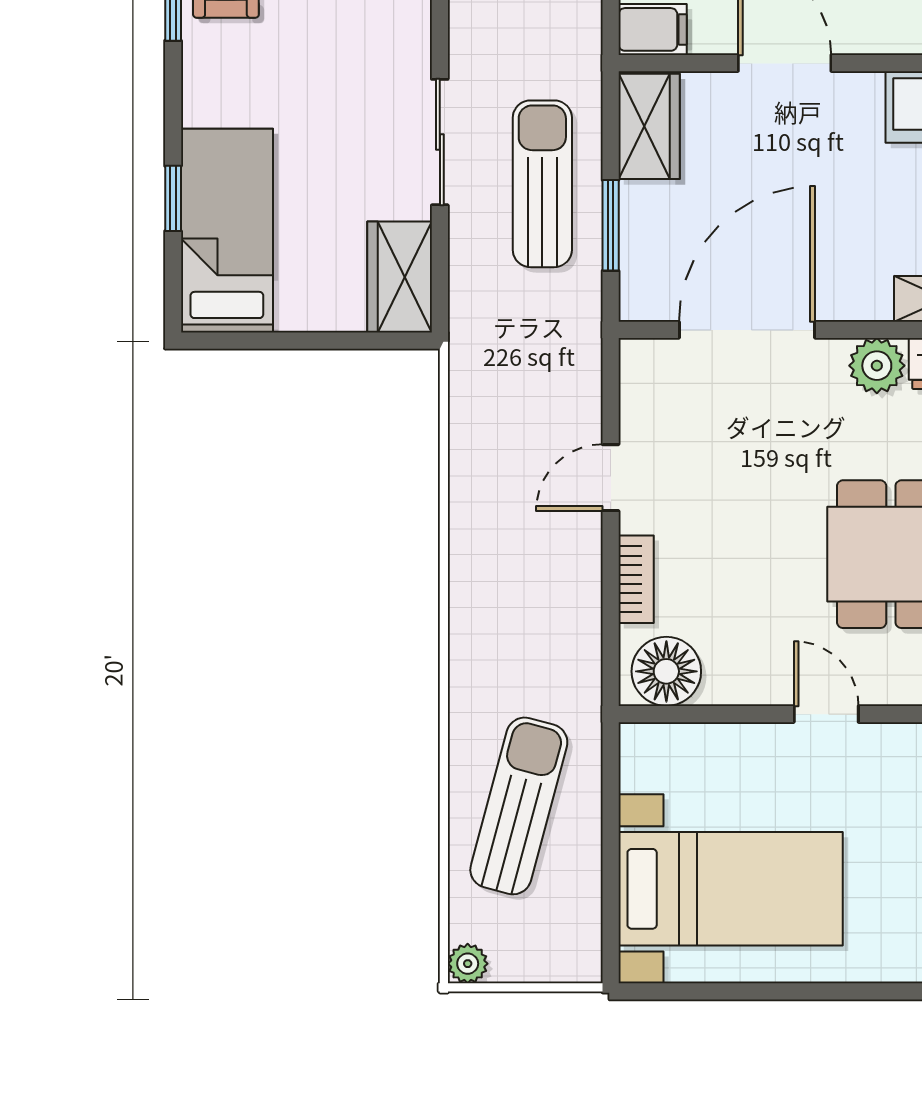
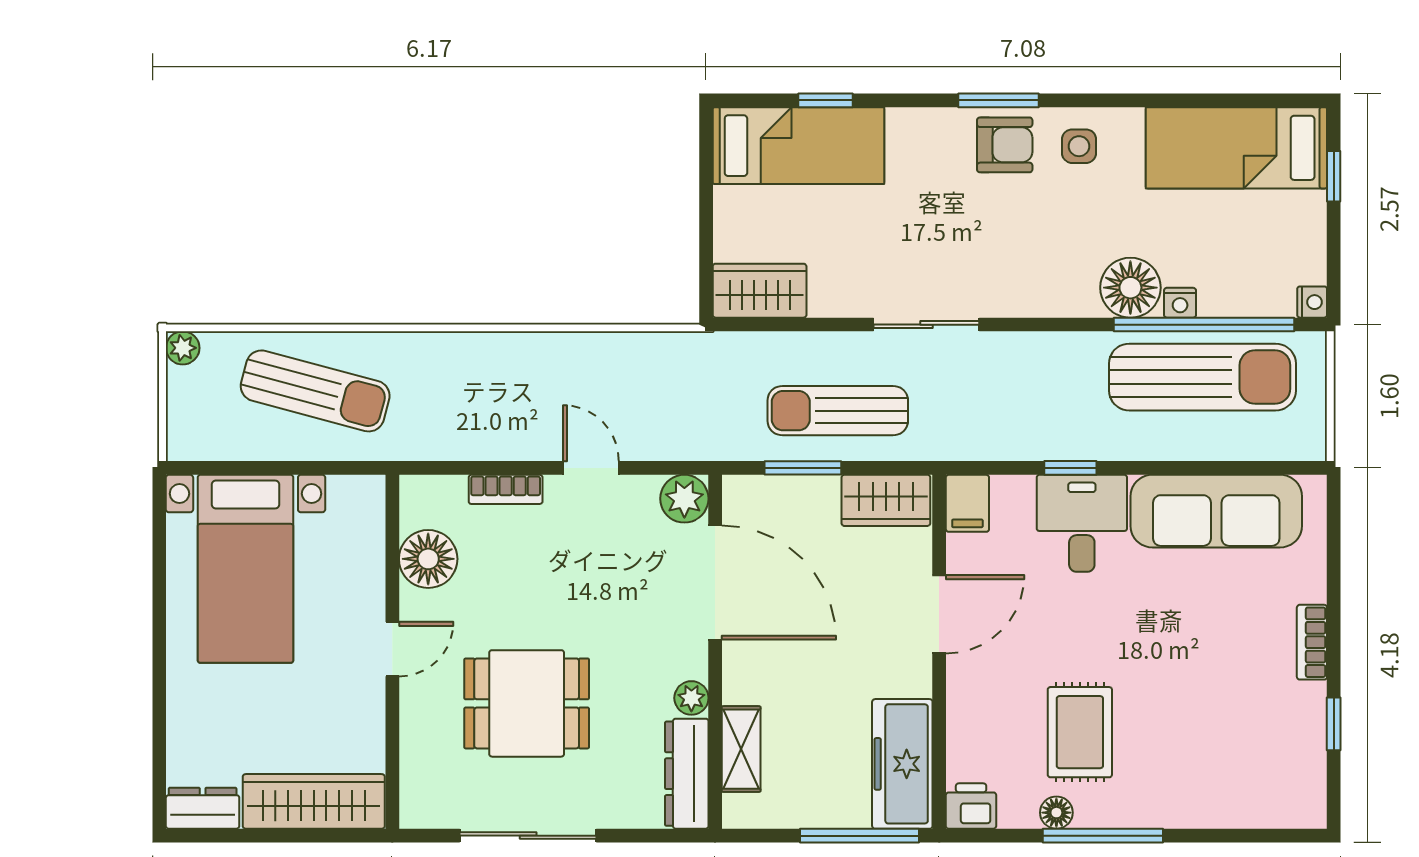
sliding door: (440, 142) -> (926, 325), moved
sun lounger: (542, 184) -> (838, 411), turned 180
plant: (647, 366) -> (684, 499), added
plant: (877, 366) -> (691, 698), width x0.73, depth x0.73
floor lamp: (666, 671) -> (428, 559), moved

